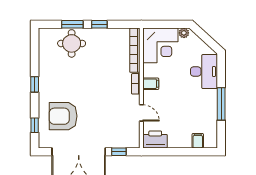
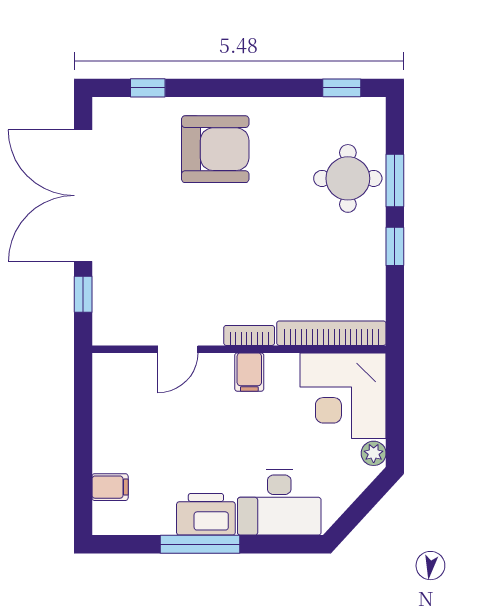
window: (35, 84) -> (342, 88), moved
armchair: (63, 116) -> (215, 149), moved, turned 90
printer: (155, 139) -> (206, 514), moved, turned -90

